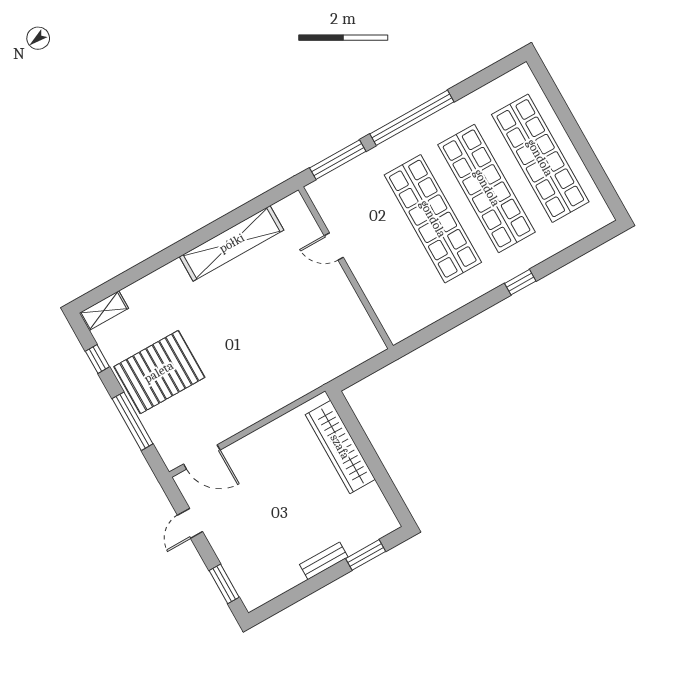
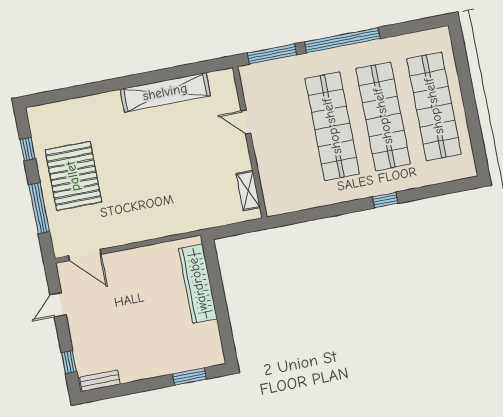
shelving: (104, 311) -> (248, 191), moved, turned 90
pallet: (159, 372) -> (73, 176), turned 90
bench: (324, 561) -> (100, 381), moved
window: (224, 584) -> (69, 362), width x0.67

